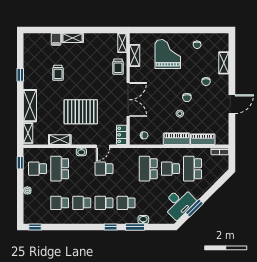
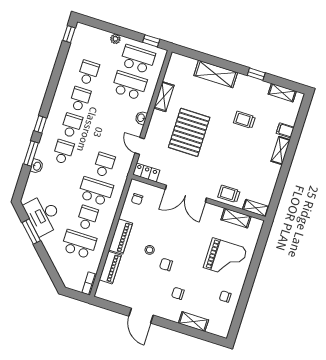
shelving: (28, 133) -> (282, 93), moved
school desk: (37, 169) -> (138, 59), width x1.85
school desk: (104, 169) -> (104, 165), moved

